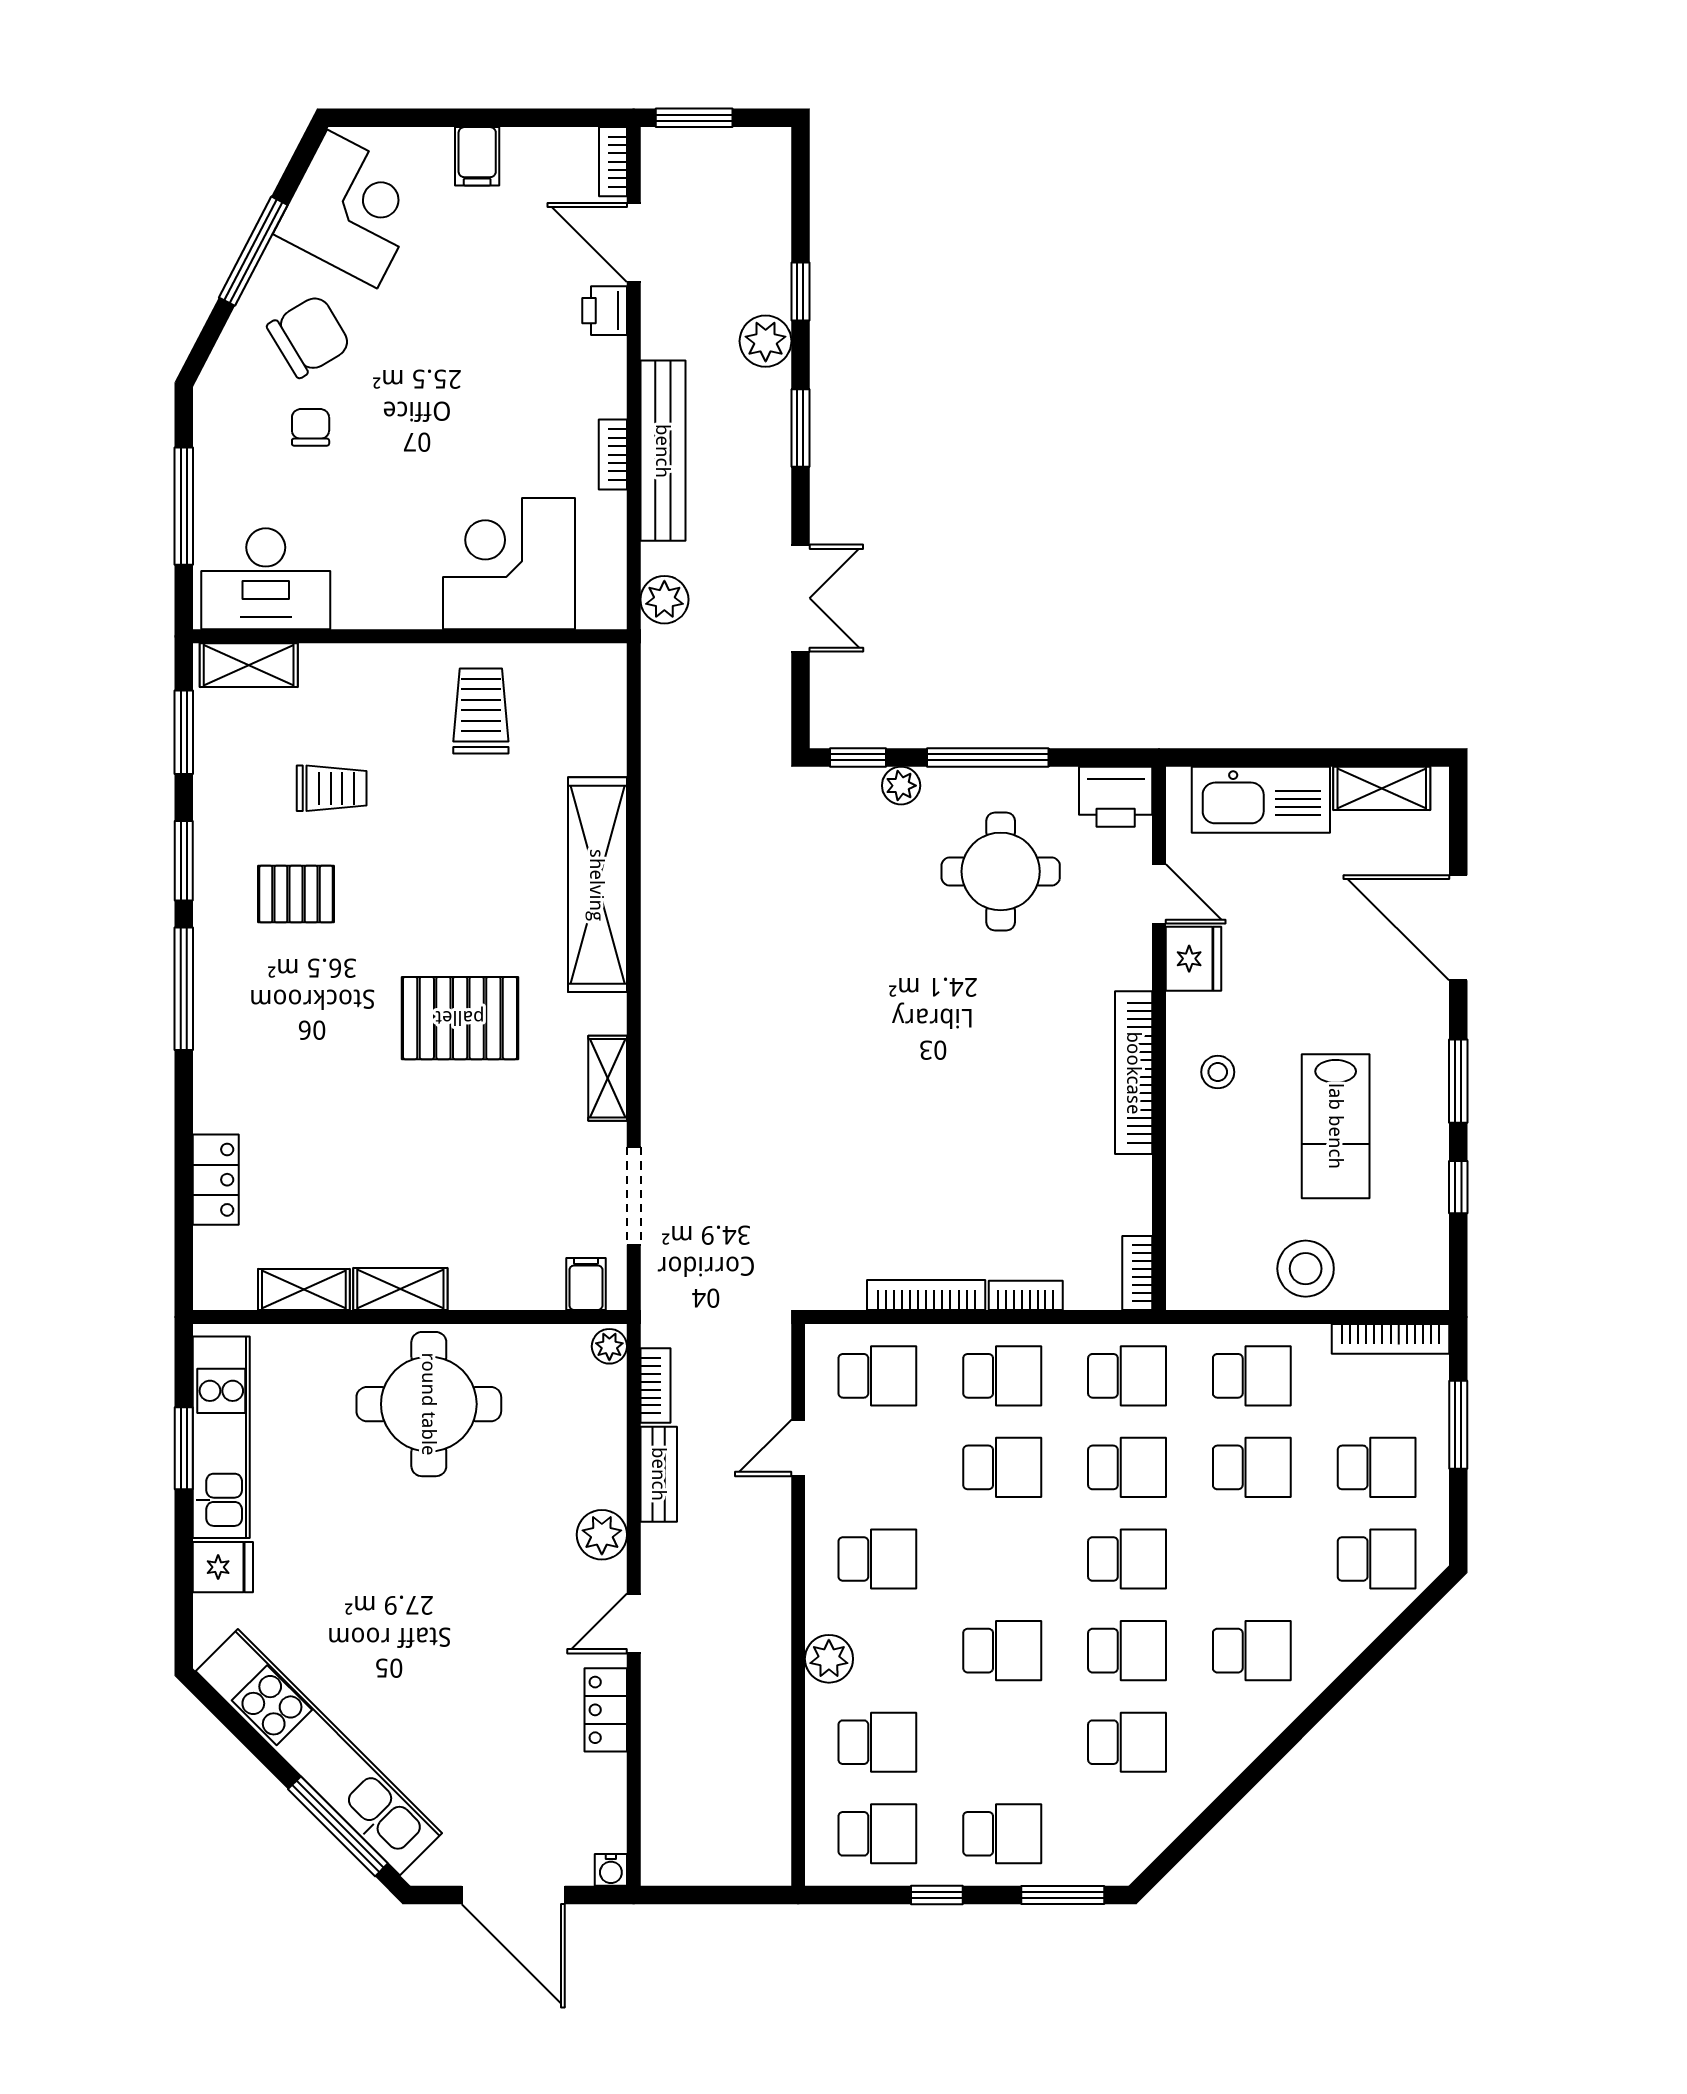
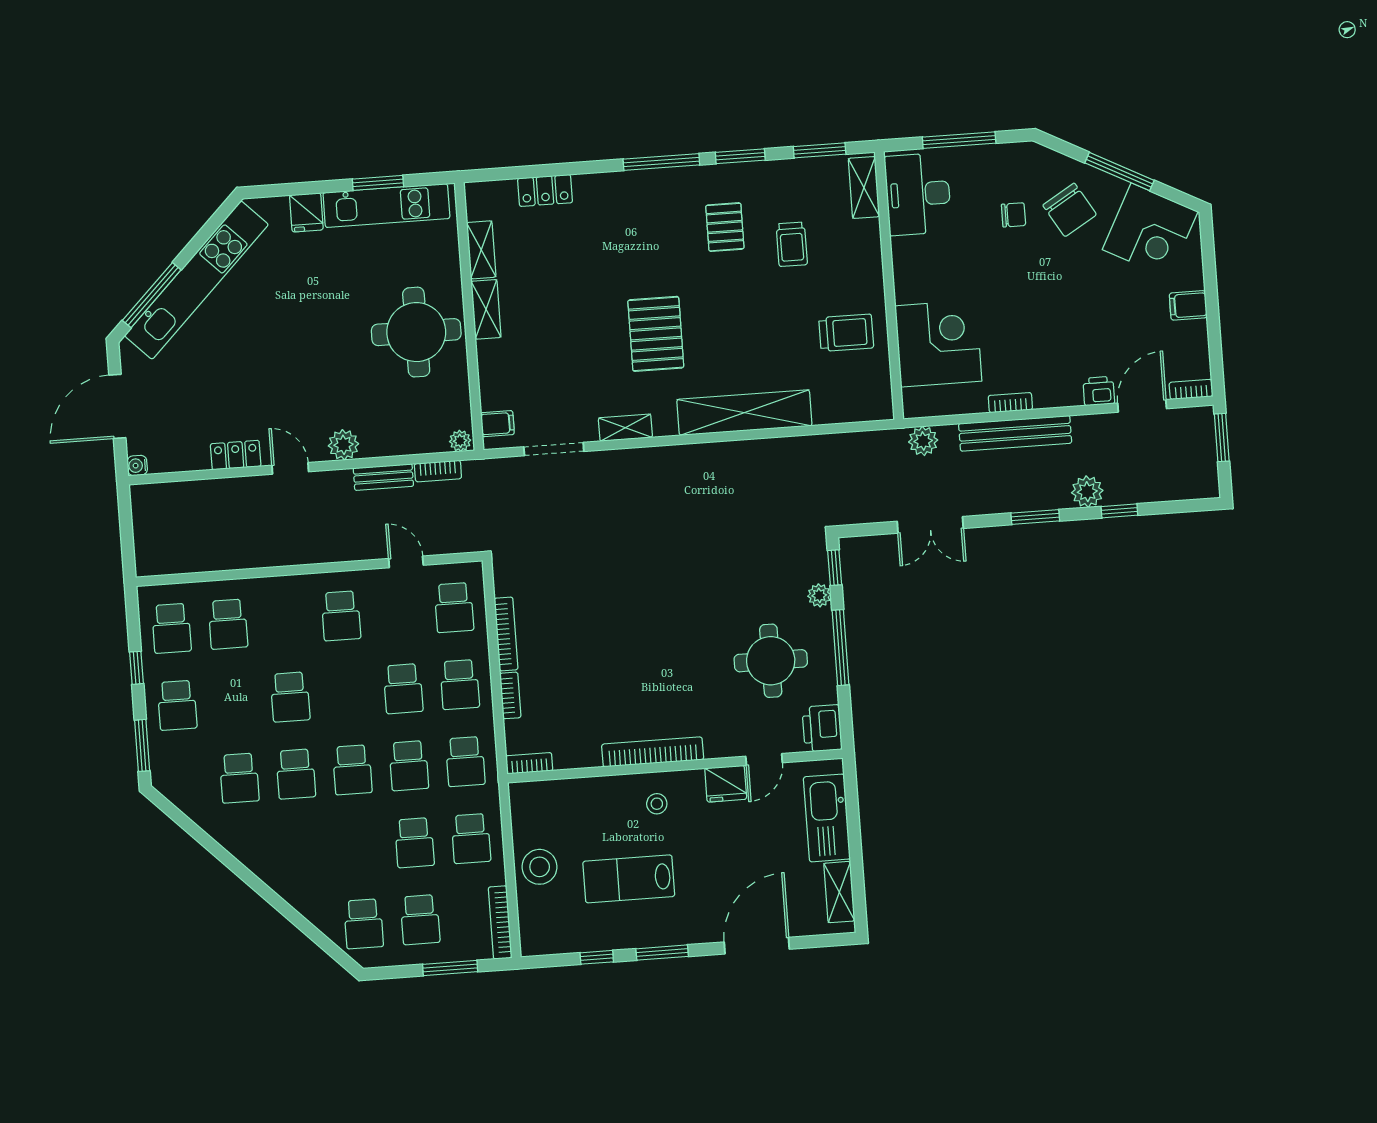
school desk: (1252, 1651) -> (301, 851), removed
plant: (829, 1659) -> (277, 590), removed

